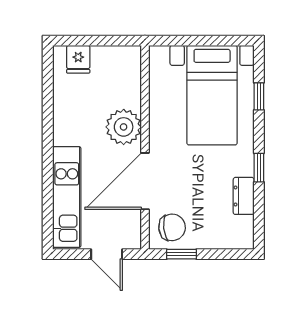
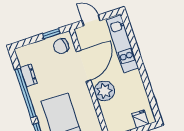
window: (259, 168) -> (26, 93), width x3.17

